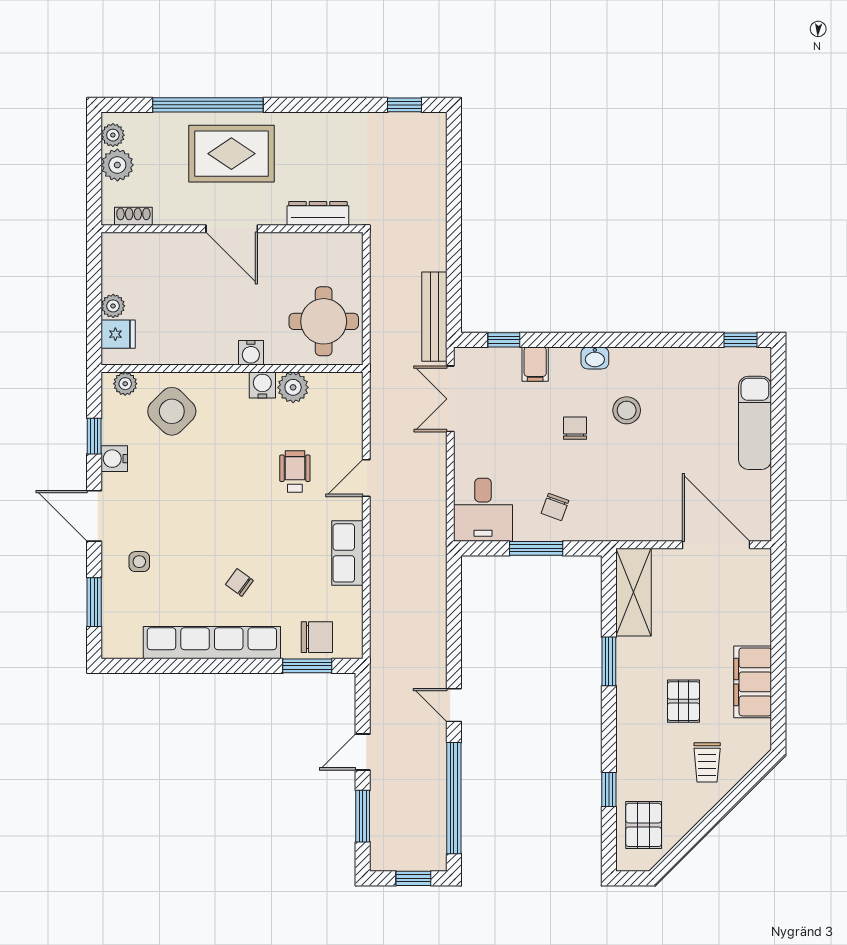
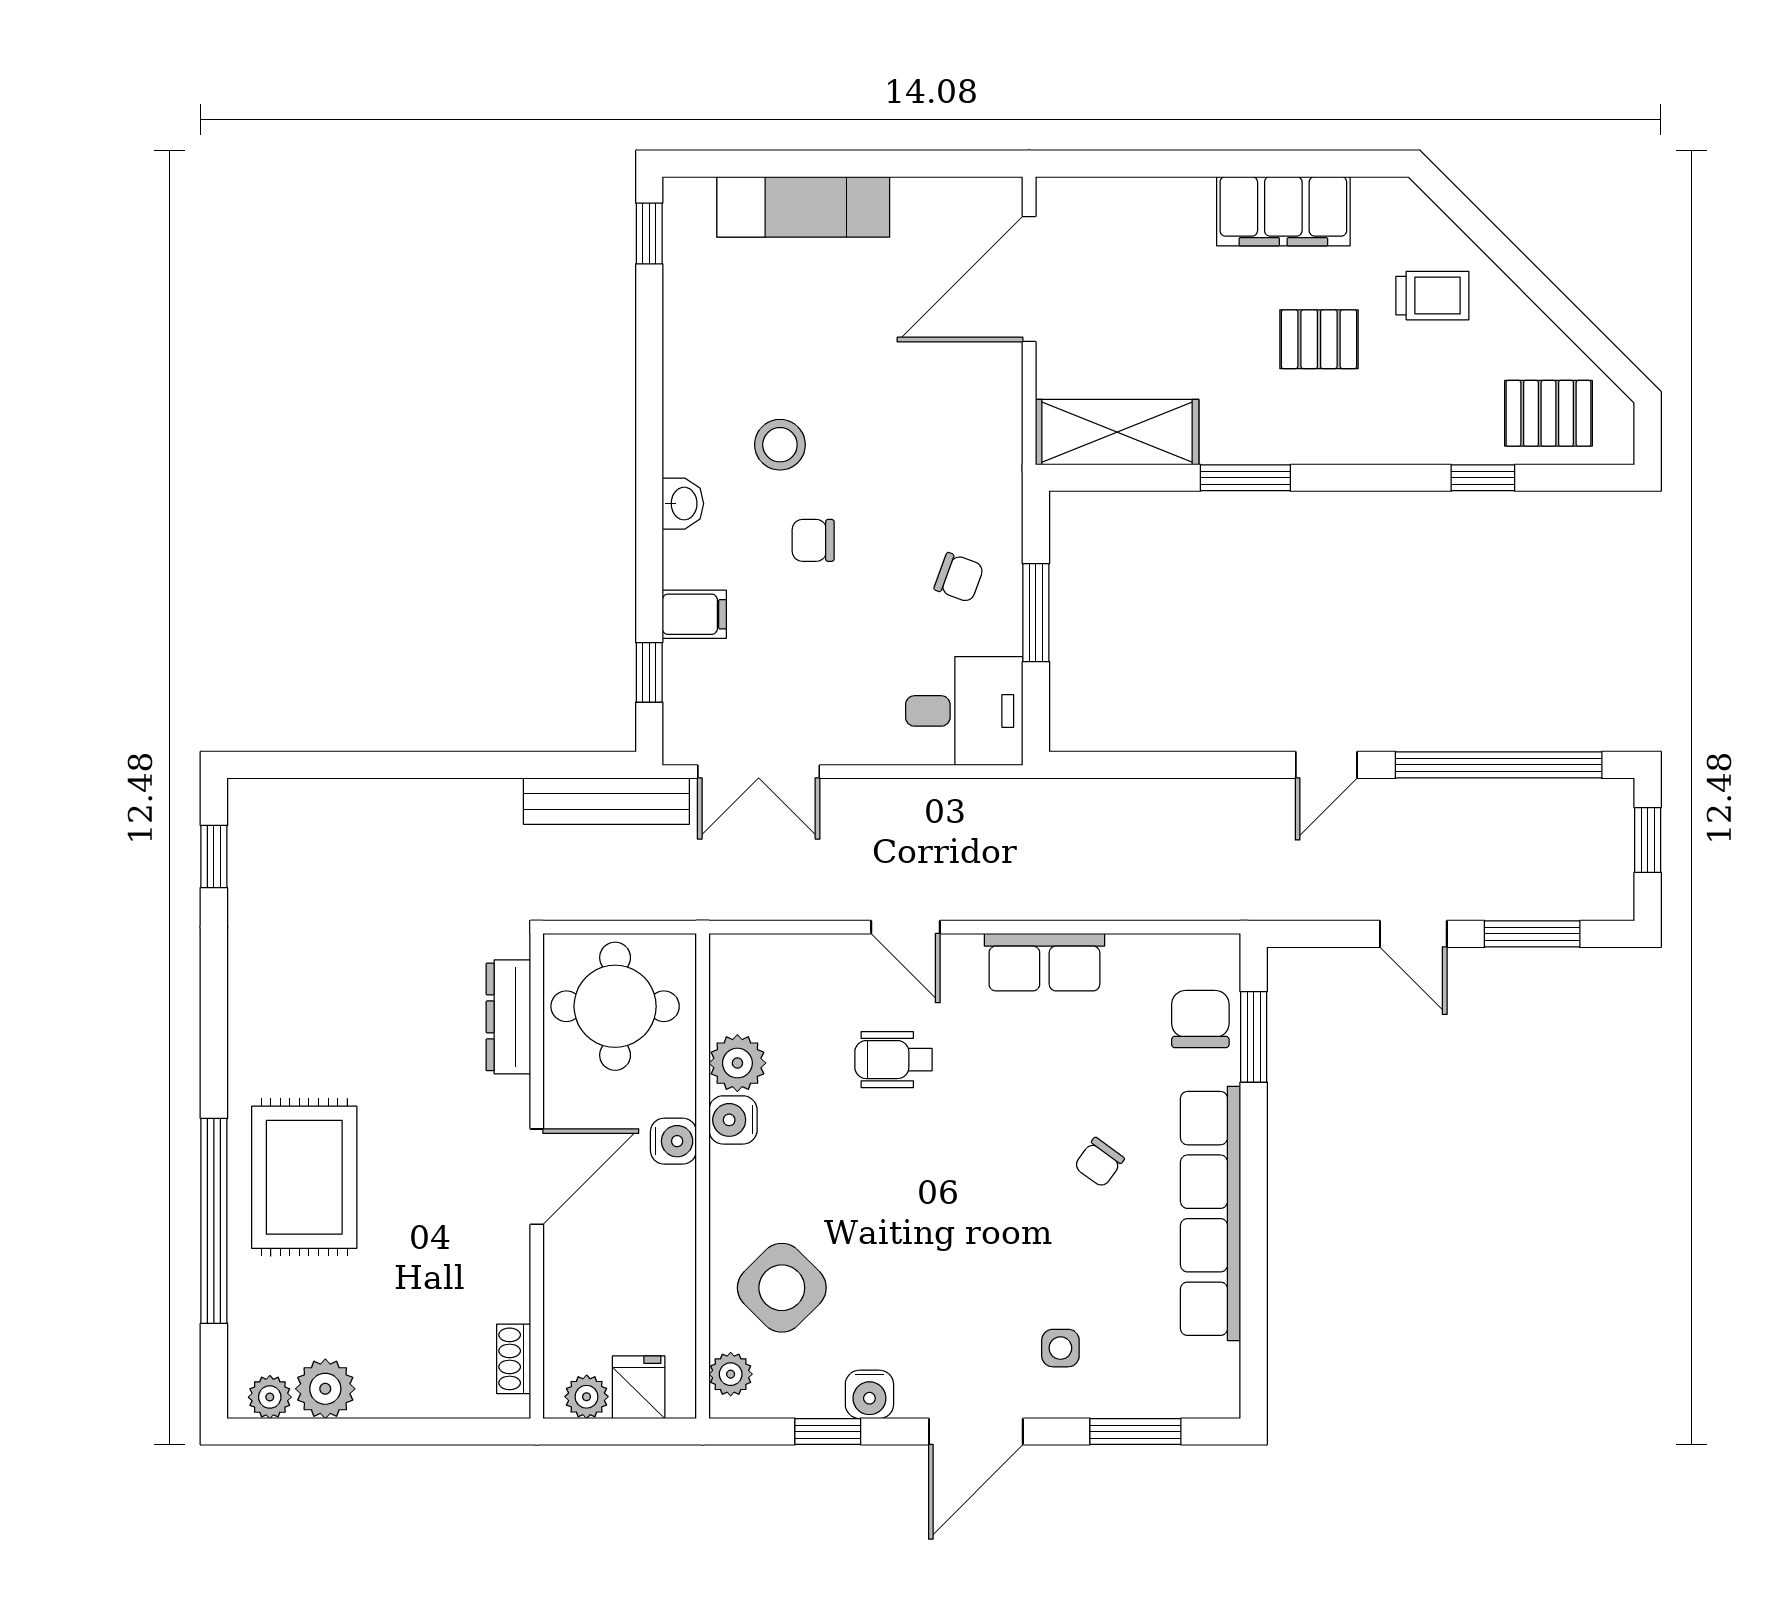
dresser: (318, 213) -> (508, 1017), moved
shoe rack: (133, 216) -> (514, 1359), moved
door: (232, 229) -> (537, 1177), moved
wall: (232, 229) -> (537, 1176), moved

